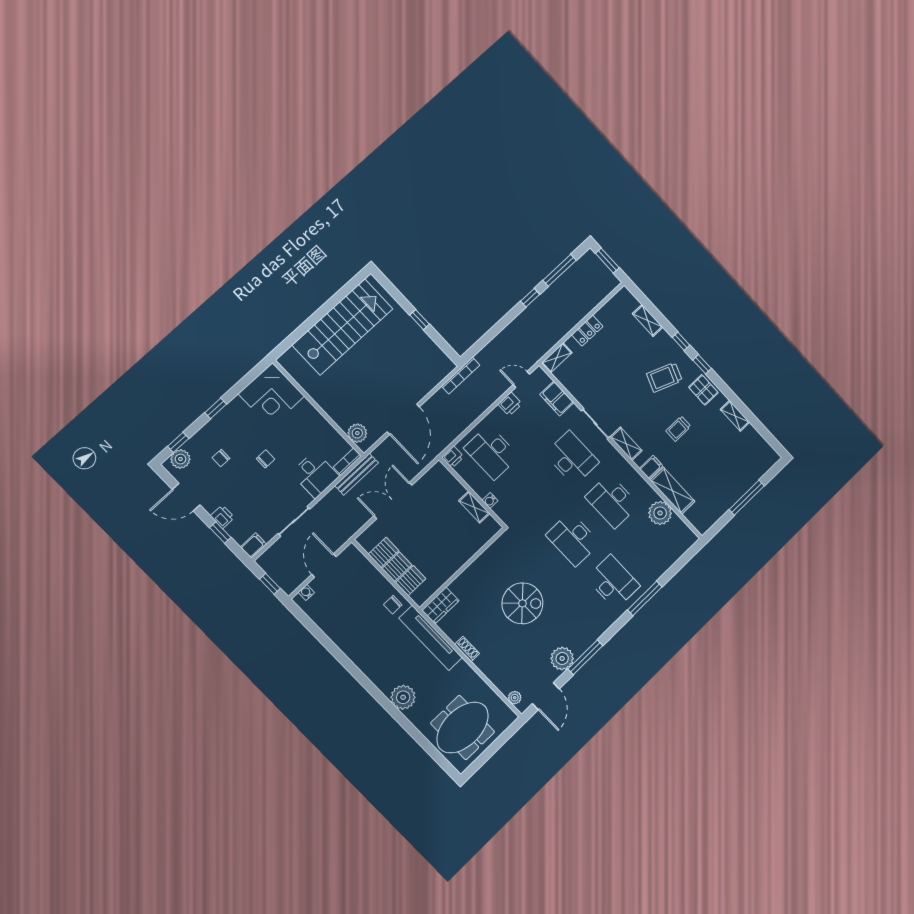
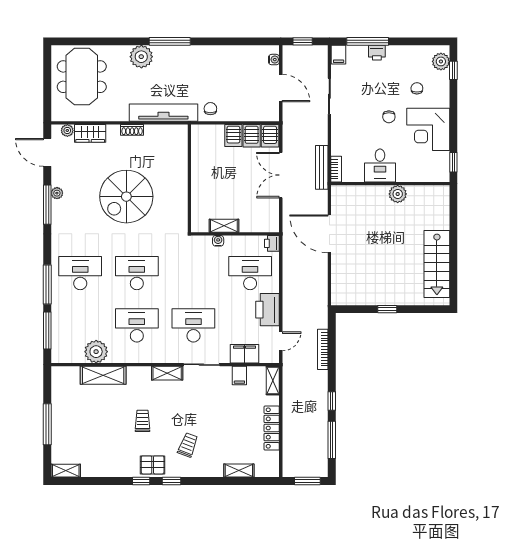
stairs: (342, 327) -> (437, 264), width x0.73, depth x0.66
locker: (587, 331) -> (272, 428), width x1.53
window: (681, 341) -> (141, 481), moved
bookcase: (461, 376) -> (323, 349), moved
trolley: (664, 377) -> (188, 445), width x0.73, depth x0.72
corner desk: (271, 395) -> (428, 129), moved, turned -90
printer: (510, 404) -> (267, 310), width x1.87, depth x1.48
window: (216, 408) -> (453, 162), moved
shelving: (735, 416) -> (66, 471), moved
plant: (357, 433) -> (398, 194), moved
desk: (572, 458) -> (193, 325), turned 180
filing cabinet: (651, 467) -> (239, 376), moved
desk: (315, 475) -> (380, 165), moved, turned -90
door: (186, 497) -> (412, 41), removed
double door: (393, 500) -> (281, 175), swing flipped
window: (220, 532) -> (368, 41), width x2.17
window: (679, 565) -> (47, 330), added
server rack: (411, 581) -> (270, 136), moved
desk: (613, 582) -> (80, 273), turned 180
spiral stairs: (522, 603) -> (126, 197), width x1.37, depth x1.37
wardrobe: (440, 605) -> (90, 133), moved, turned -90
plant: (562, 658) -> (57, 193), width x0.53, depth x0.53
window: (370, 687) -> (170, 41), added

